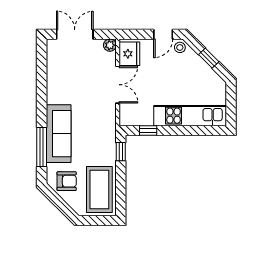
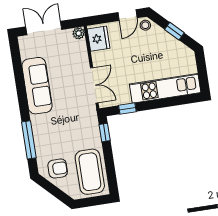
double door: (118, 85) -> (94, 85), moved
sofa: (59, 134) -> (37, 86), moved

